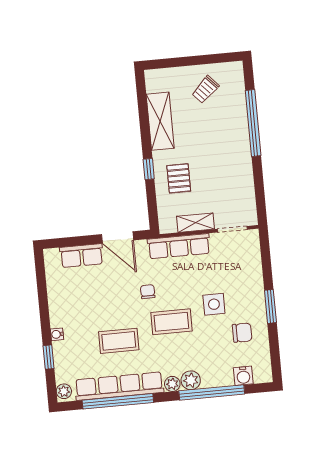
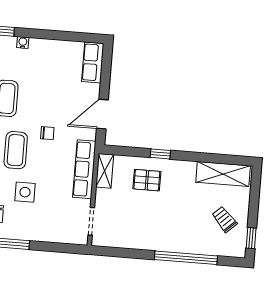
window: (220, 58) -> (251, 238), added
shelving: (160, 121) -> (223, 174), moved
shelving: (196, 223) -> (105, 171), moved
row of seats: (82, 256) -> (93, 62), moved

